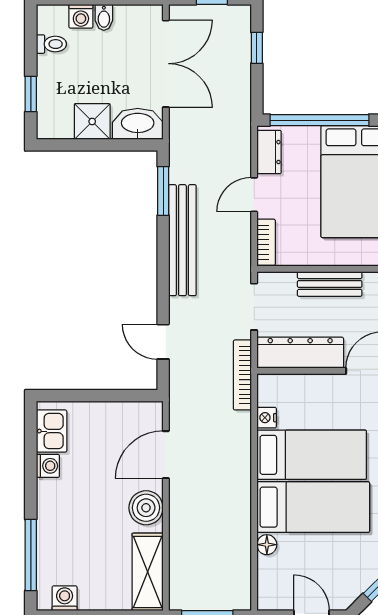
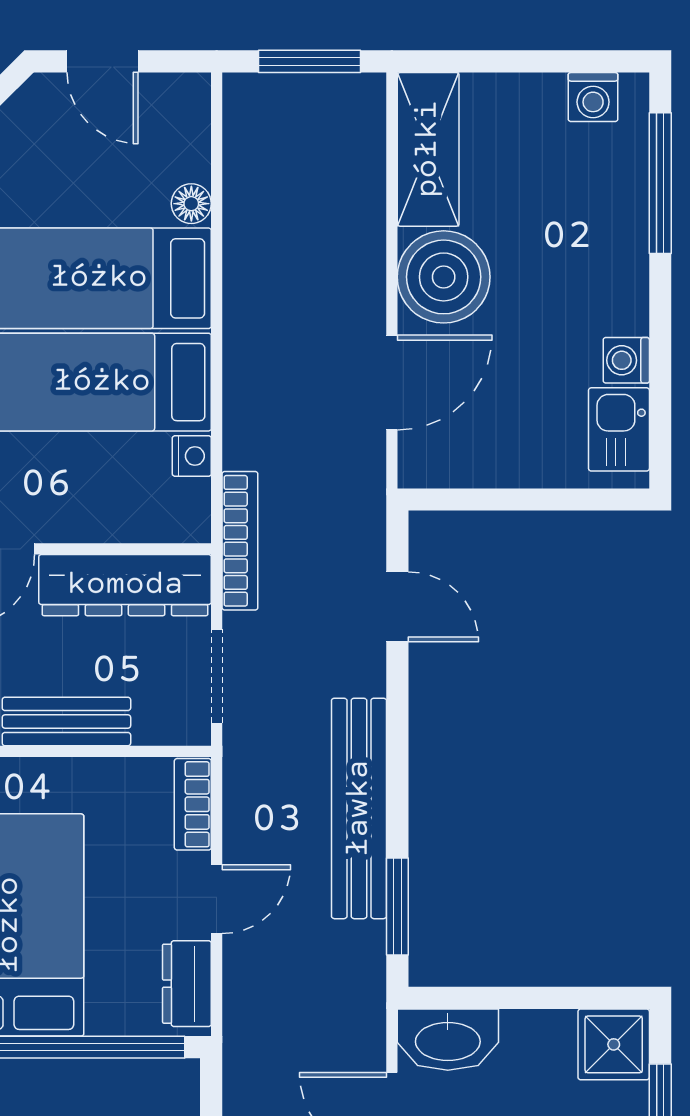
shower: (92, 121) -> (614, 1044), moved
boiler: (146, 508) -> (444, 277), width x1.37, depth x1.37

